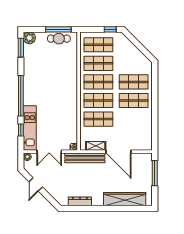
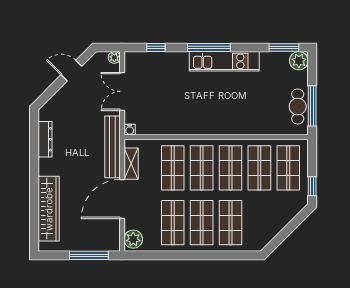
window: (21, 96) -> (209, 48), width x0.68
shop shelf: (134, 119) -> (173, 223), added
kitchen unit: (30, 128) -> (224, 61), moved
plant: (144, 145) -> (133, 239), added

